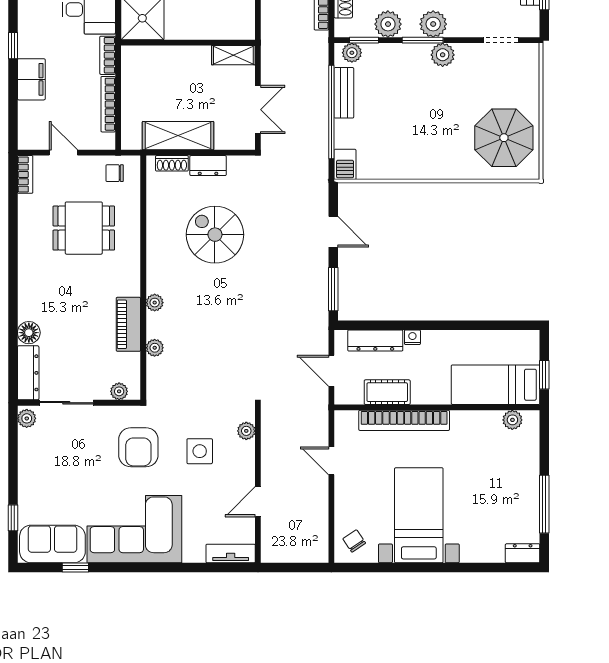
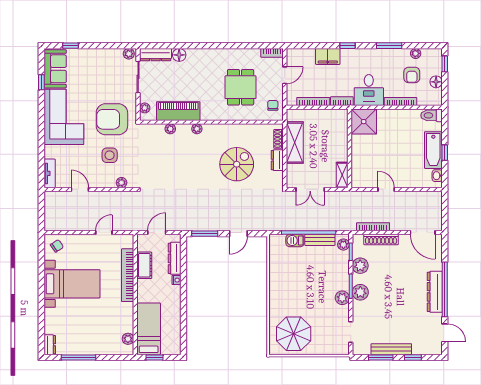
barbecue: (345, 164) -> (295, 241), moved
piano: (128, 324) -> (178, 111), width x1.37, depth x1.33
armchair: (138, 447) -> (112, 119), width x1.36, depth x1.36

